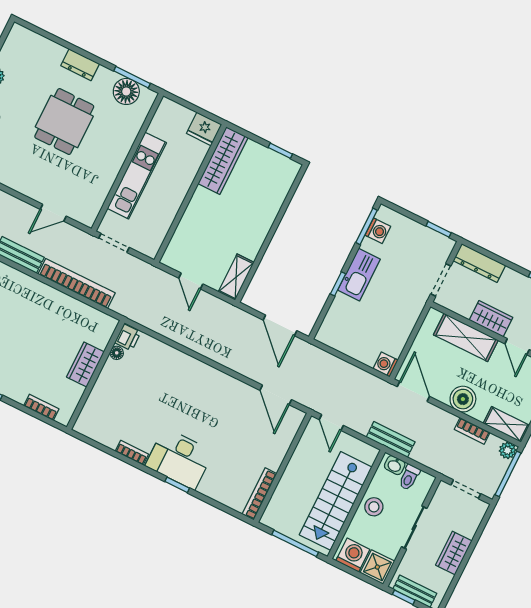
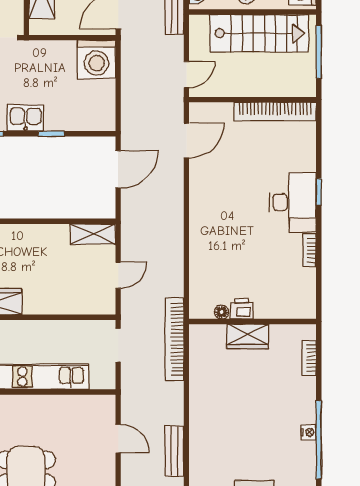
doorway: (114, 243) -> (118, 345), moved
kitchen sink: (359, 275) -> (26, 118), width x0.73
bookcase: (77, 283) -> (174, 339), moved
printer: (128, 337) -> (242, 309), moved
washing machine: (386, 364) -> (97, 59), width x1.89, depth x1.89
bookcase: (259, 494) -> (275, 111), width x1.48, depth x1.31

